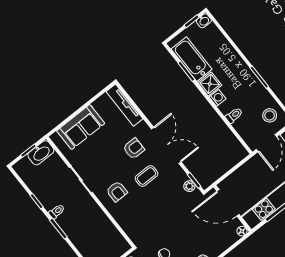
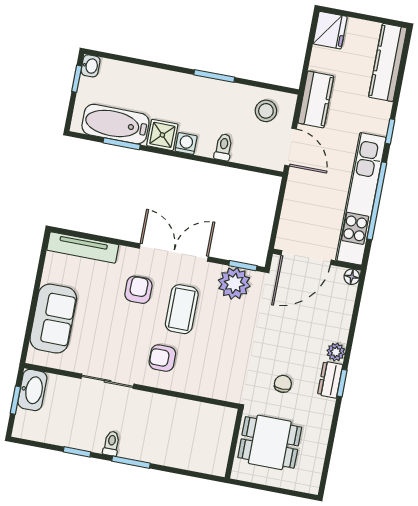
coffee table: (147, 176) -> (182, 309), width x1.36, depth x1.30
plant: (189, 186) -> (234, 283), width x1.88, depth x1.88
armchair: (117, 191) -> (162, 358), turned 180

